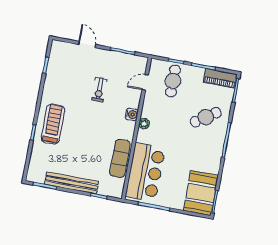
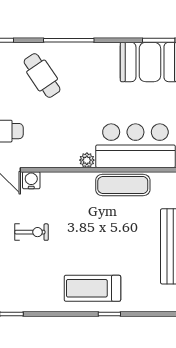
water cooler: (132, 114) -> (31, 180), moved
plant: (144, 124) -> (87, 160), moved

